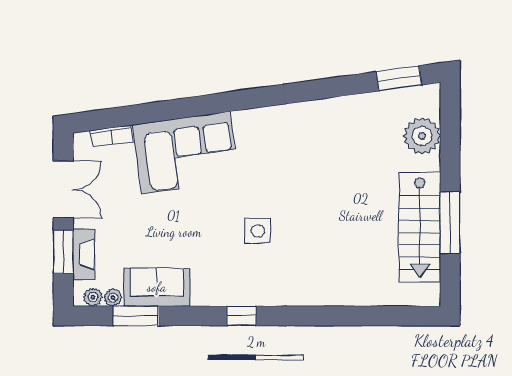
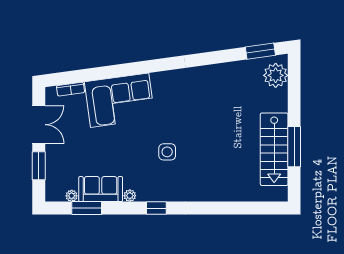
plant: (422, 136) -> (276, 75), moved
fireplace: (84, 254) -> (52, 167), removed
plant: (93, 297) -> (130, 196), moved

